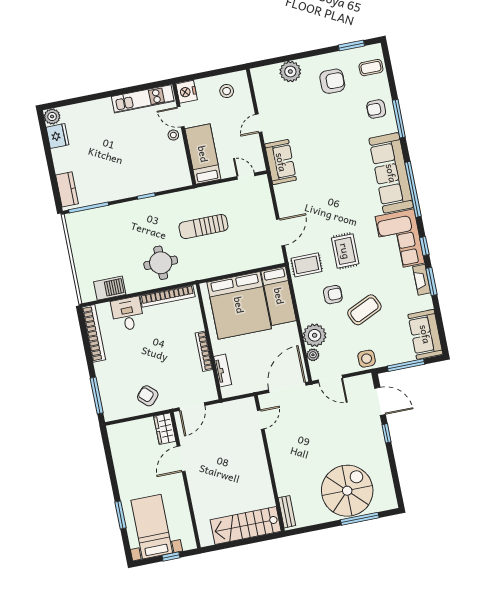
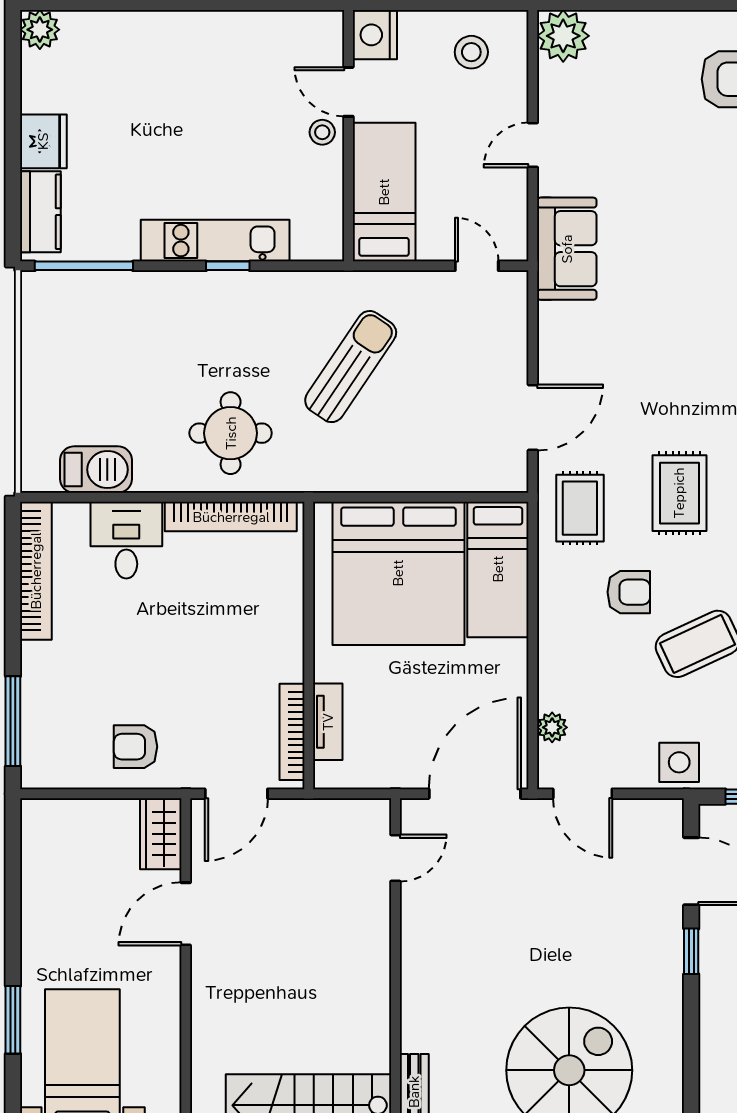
plant: (290, 72) -> (563, 36), moved
kitchen unit: (143, 99) -> (215, 241), moved, turned 180
fridge: (57, 136) -> (43, 141), moved
sun lounger: (203, 227) -> (351, 367), turned 124
rug: (307, 265) -> (580, 508), turned 90
plant: (315, 335) -> (565, 681), removed
bookcase: (204, 351) -> (292, 732), moved
armchair: (148, 396) -> (136, 747), turned -43

